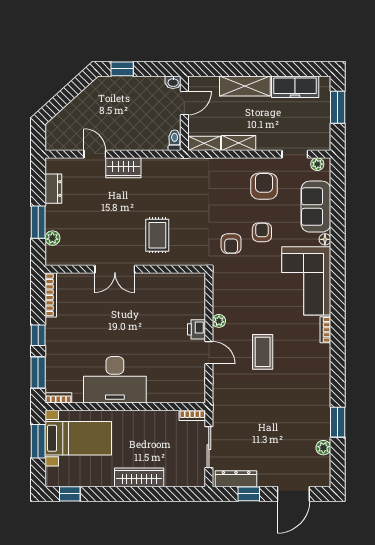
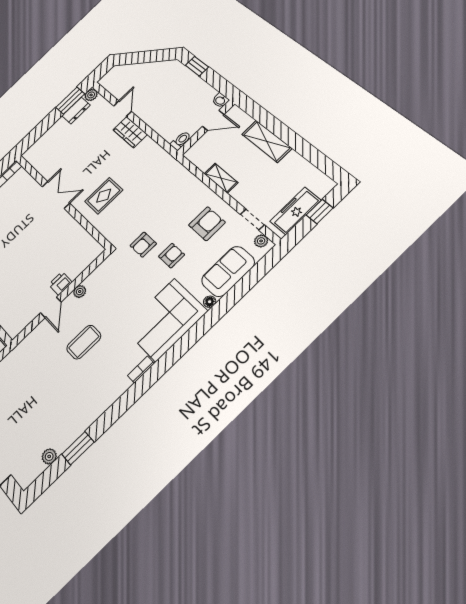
freezer: (295, 87) -> (295, 211), moved, turned 90
window: (338, 107) -> (320, 212), width x0.67
shelving: (204, 143) -> (198, 159), removed
window: (38, 222) -> (70, 101), moved
plant: (52, 238) -> (91, 95), moved
double door: (115, 269) -> (56, 195), swing flipped

